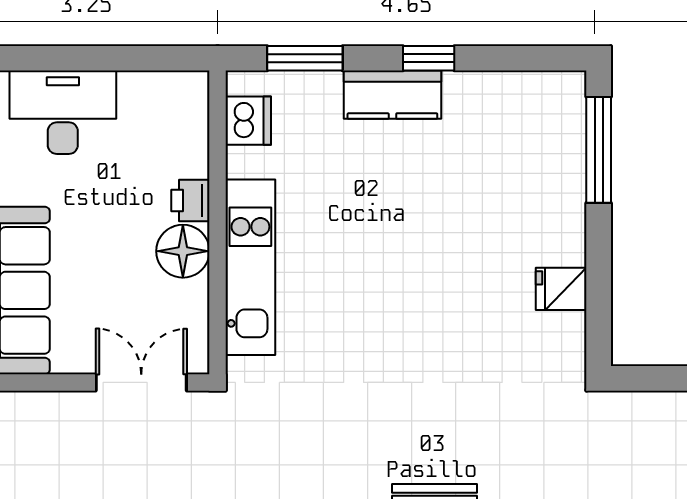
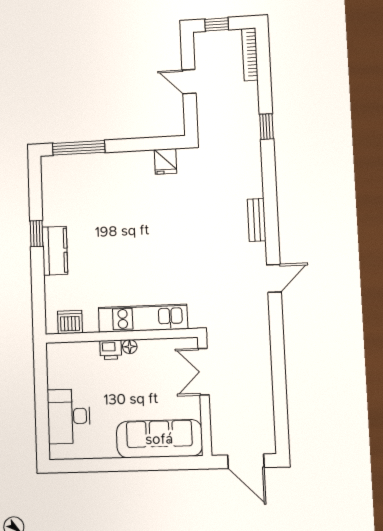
window: (305, 58) -> (38, 295), removed
floor lamp: (183, 251) -> (130, 347), width x0.53, depth x0.53
fridge: (561, 289) -> (165, 161), moved

